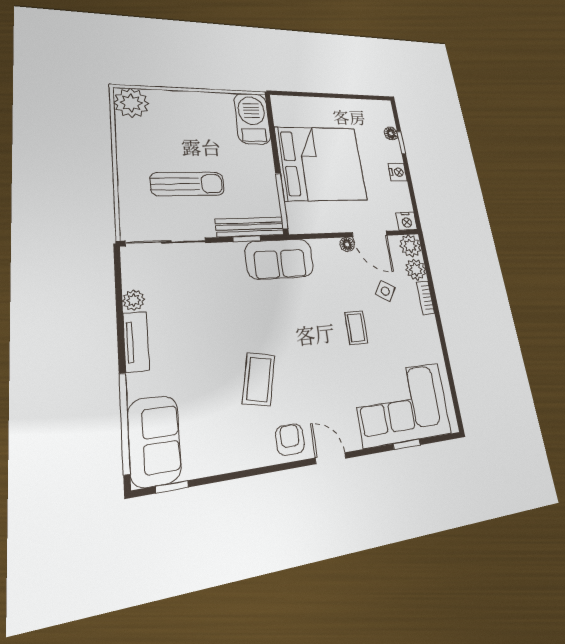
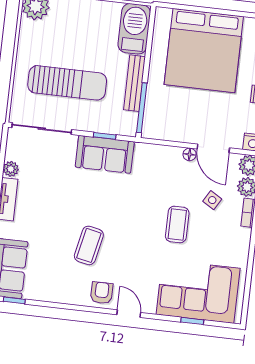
bed: (321, 164) -> (204, 51), moved, turned 90
sun lounger: (188, 184) -> (67, 83), width x1.36, depth x1.34
bench: (250, 227) -> (135, 83), moved, turned 90
sofa: (279, 259) -> (105, 154), moved
coffee table: (356, 328) -> (177, 224), width x1.36, depth x1.30

